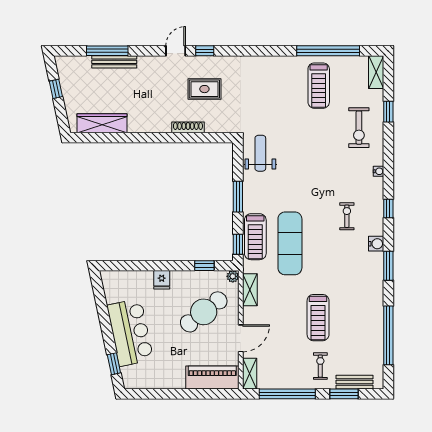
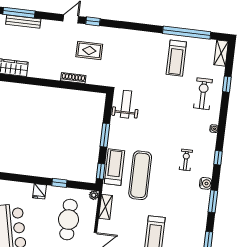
exercise bike: (359, 128) -> (203, 94), turned 180
treadmill: (255, 237) -> (114, 167), turned 180
window: (204, 266) -> (59, 183), moved
cafe table: (204, 312) -> (69, 220), turned -52

